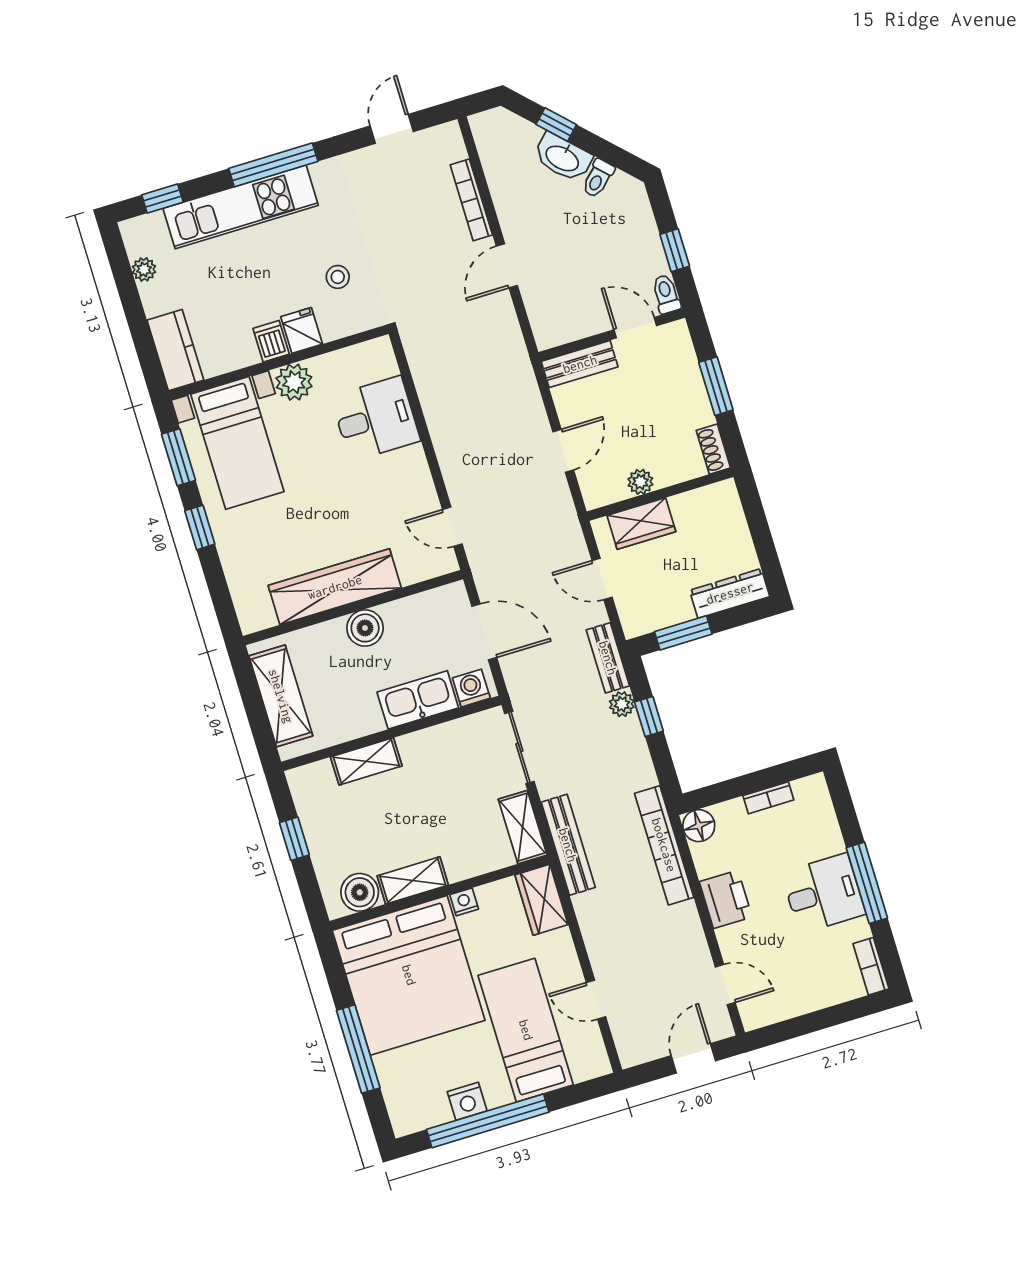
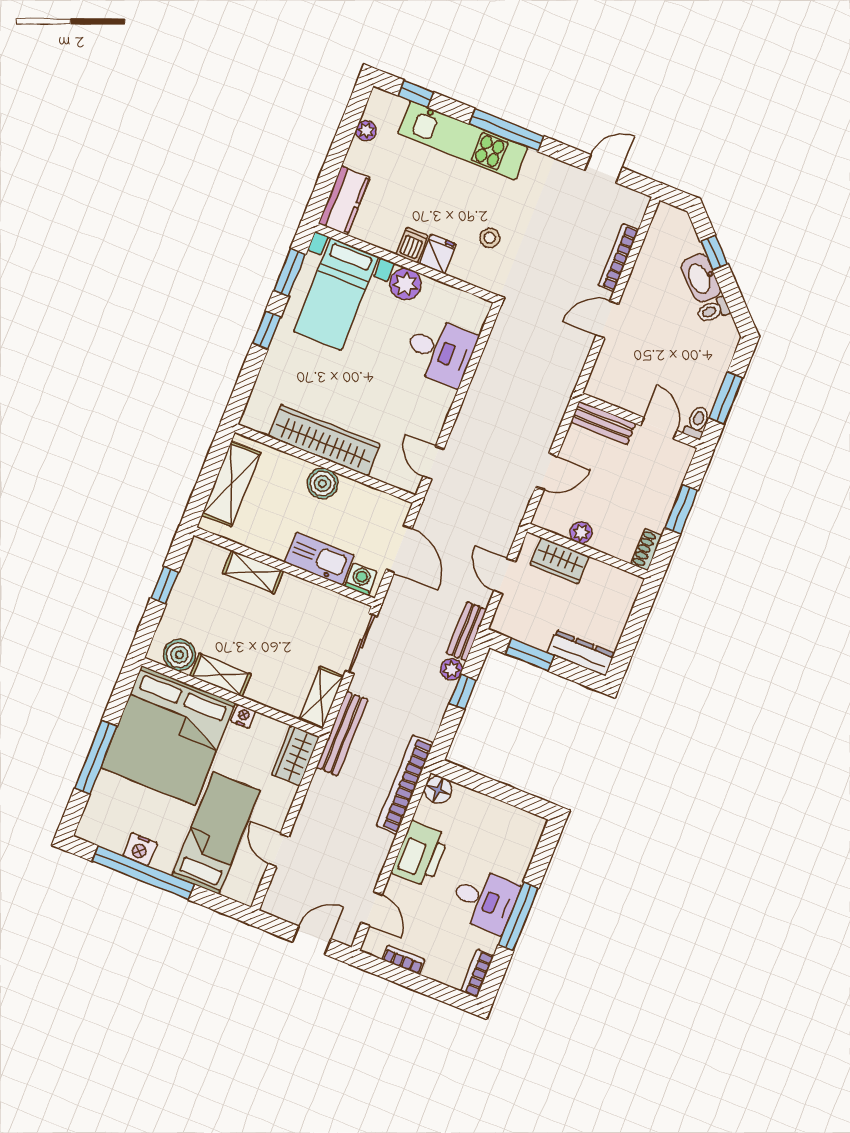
window: (675, 250) -> (726, 398), width x1.50
bookcase: (768, 798) -> (403, 960), moved, turned 180
printer: (726, 899) -> (420, 854), width x1.37, depth x1.19

